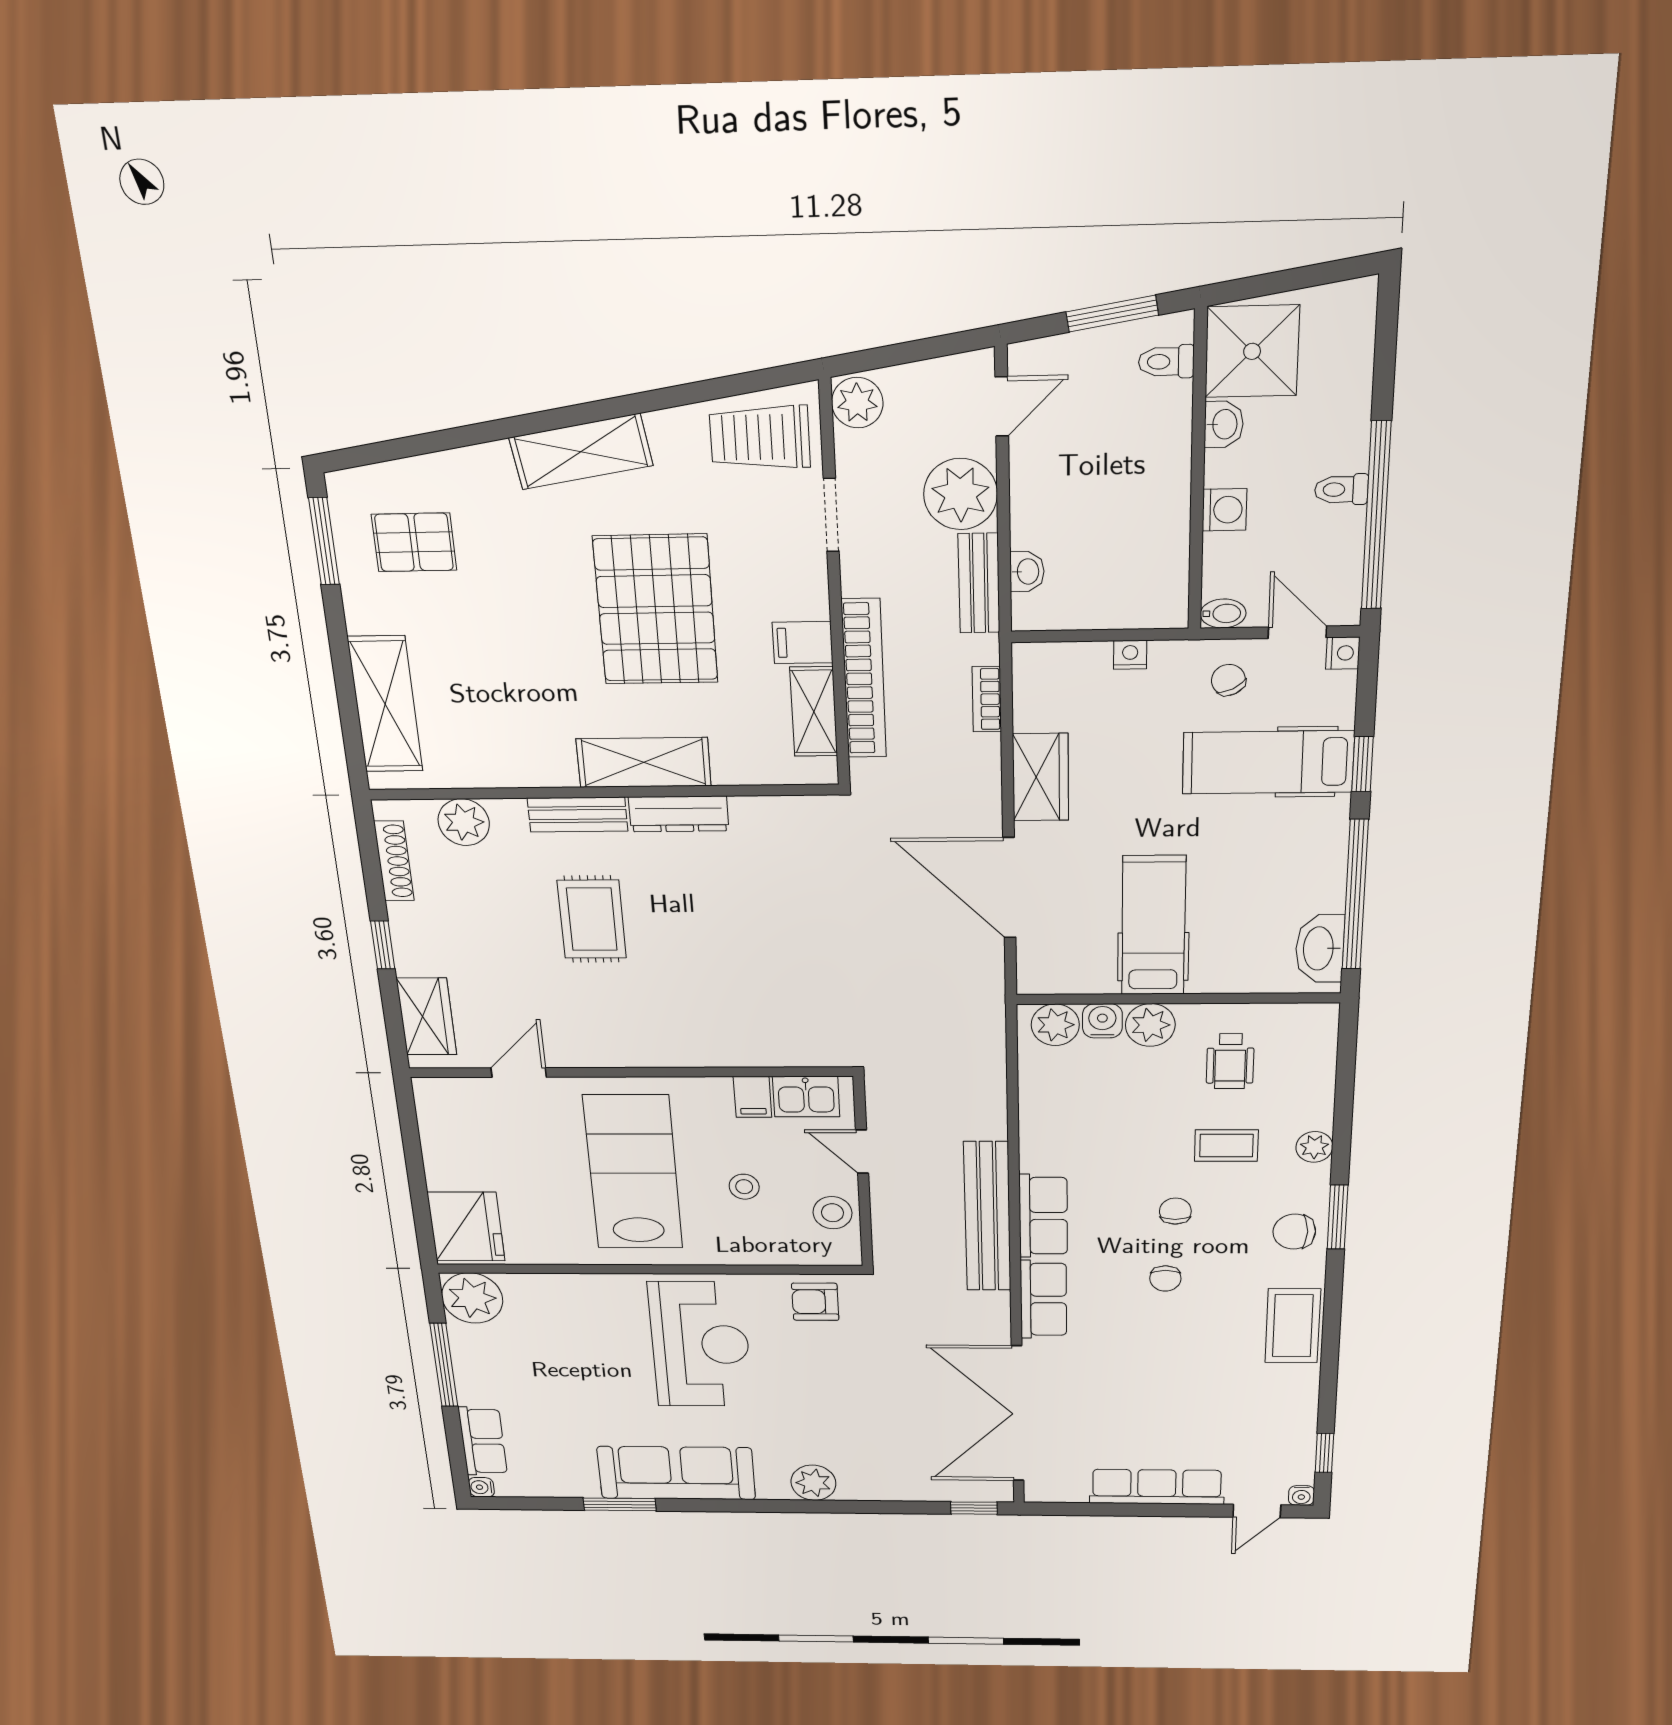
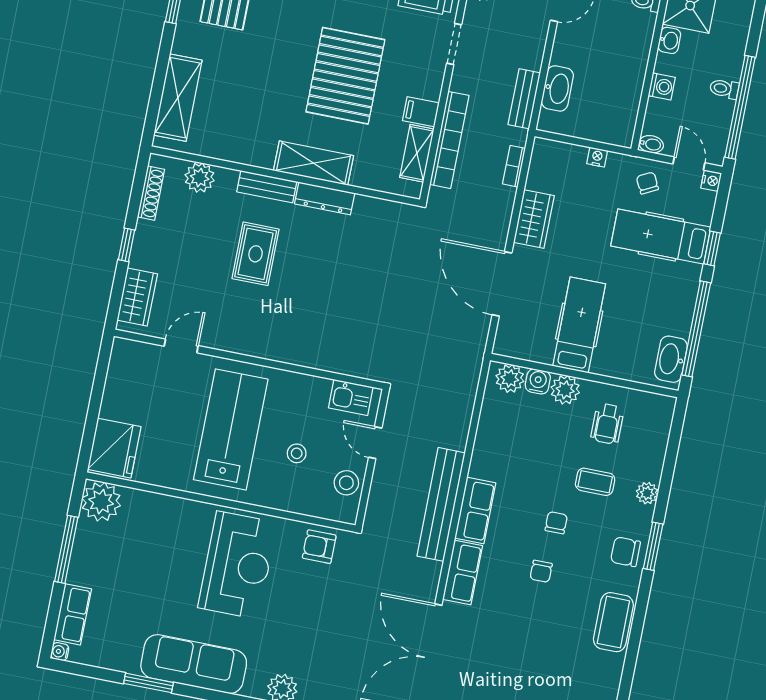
plant: (961, 494) -> (525, 48), removed
washbasin: (1027, 572) -> (557, 88), width x1.91, depth x1.45
filing cabinet: (752, 1097) -> (318, 391), removed

